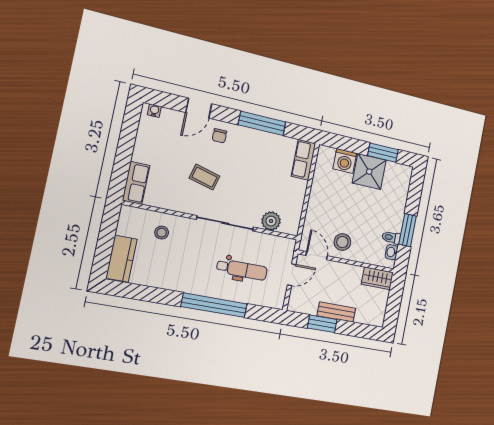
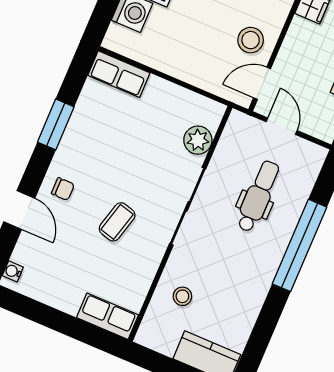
window: (262, 123) -> (56, 124), width x0.69

